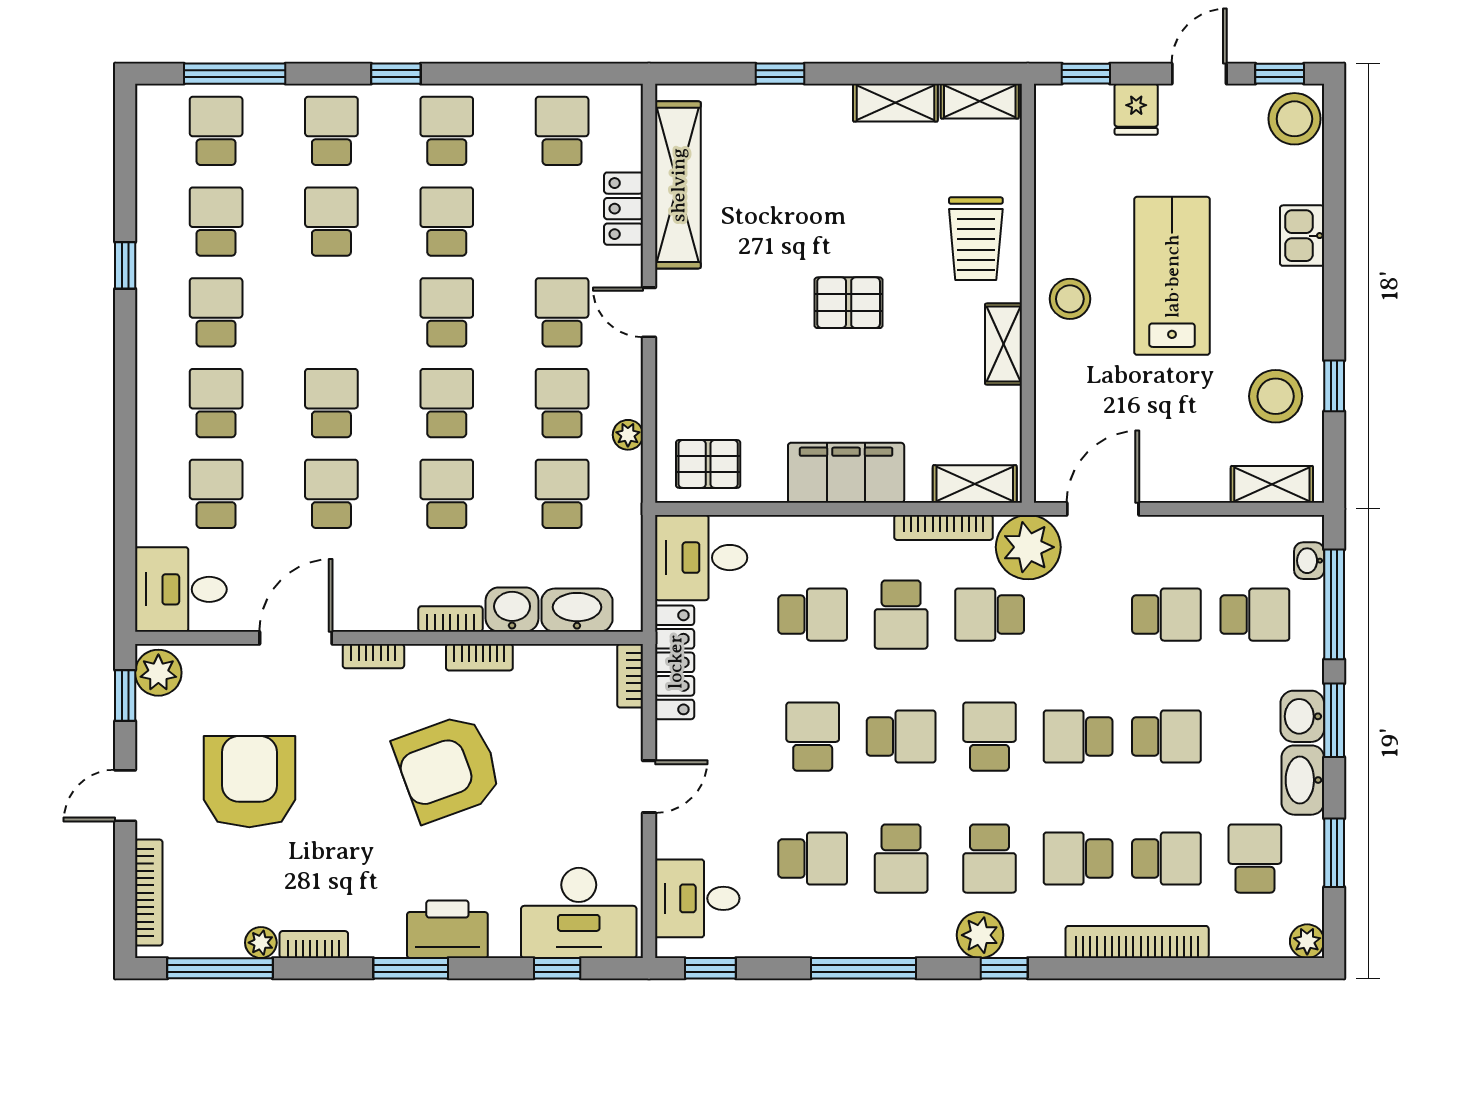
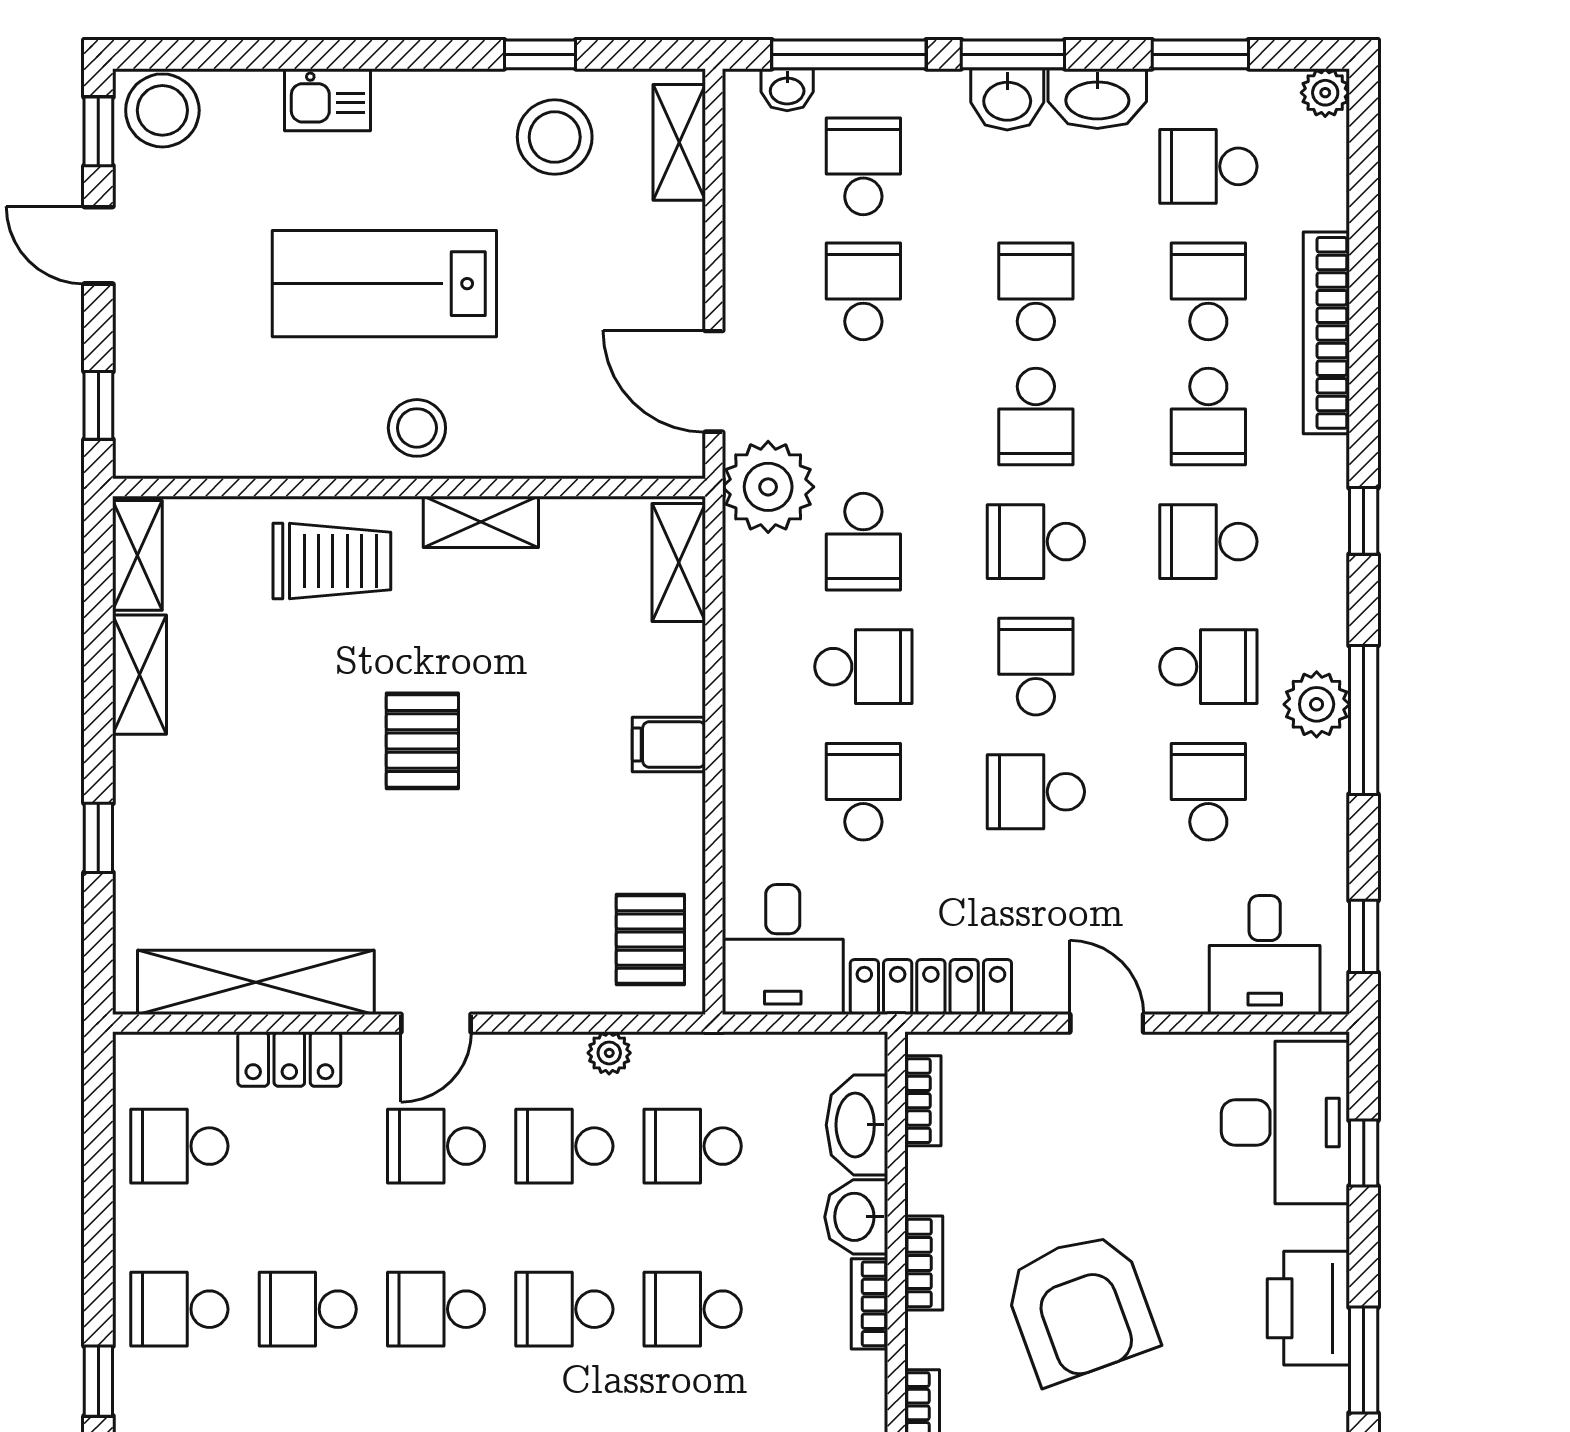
fridge: (1136, 109) -> (149, 334), removed
filing cabinet: (846, 473) -> (669, 745), width x0.33, depth x0.86
bookcase: (944, 527) -> (740, 607), removed
bookcase: (630, 676) -> (923, 1101), moved, turned -90
school desk: (990, 859) -> (1208, 542), turned 180
plant: (980, 935) -> (1317, 704), moved

